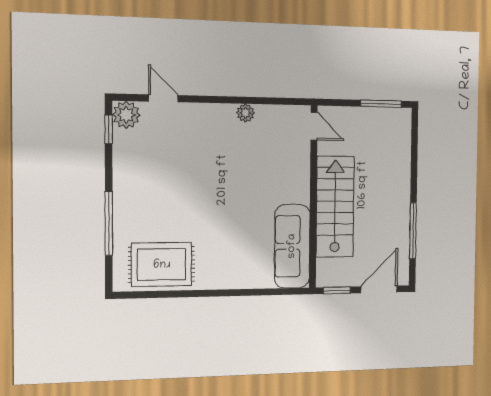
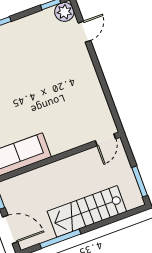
plant: (245, 113) -> (96, 89), removed
stairs: (335, 207) -> (87, 211), moved, turned 180

